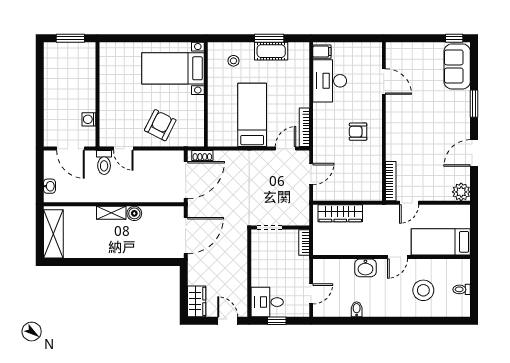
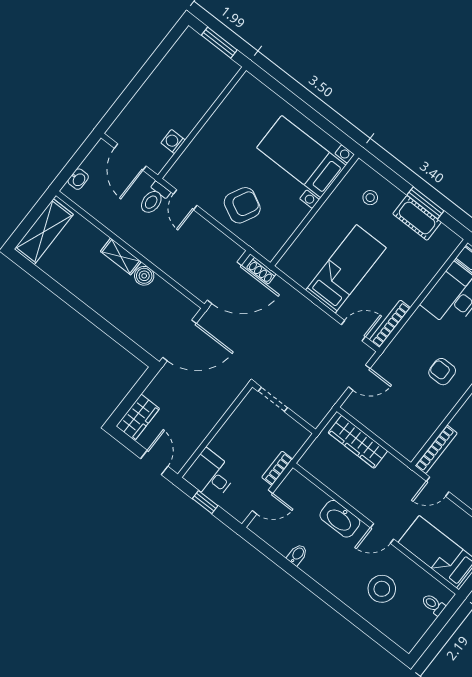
bookcase: (304, 243) -> (277, 468), moved
washbasin: (365, 268) -> (340, 519), width x1.38
toilet: (462, 289) -> (433, 604), moved

